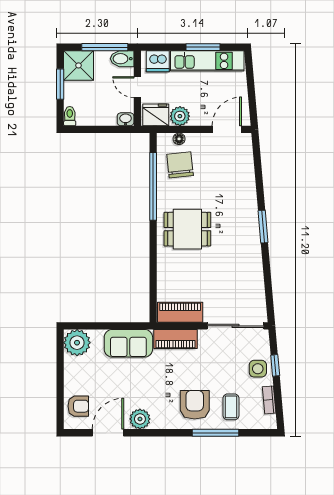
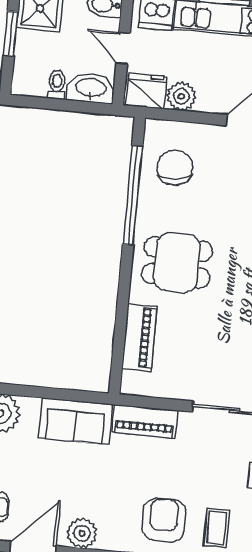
toilet: (70, 116) -> (57, 85), moved
washbasin: (126, 119) -> (91, 88), width x1.91, depth x1.45
floor lamp: (179, 139) -> (177, 129), removed
piano: (180, 312) -> (139, 337), moved, turned 90

